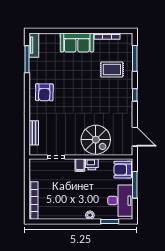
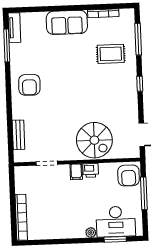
armchair: (123, 170) -> (129, 175), turned -90
desk: (120, 201) -> (116, 222), moved, turned 90

